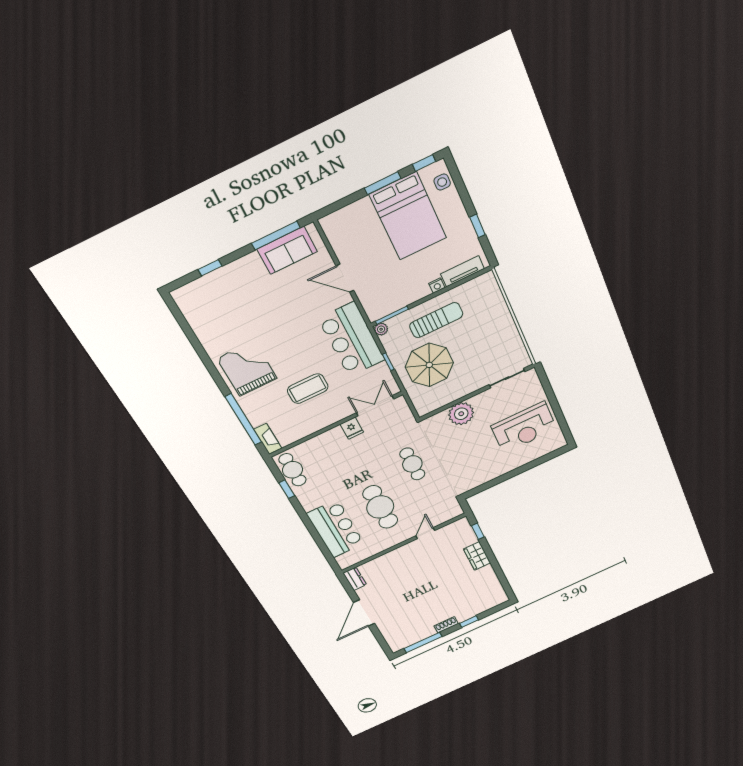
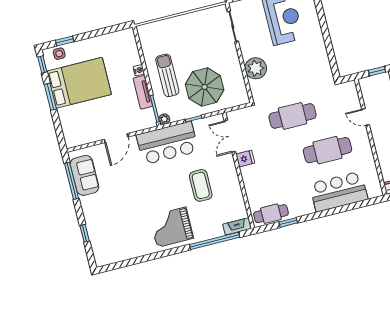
window: (478, 226) -> (65, 41), moved
tv unit: (462, 271) -> (143, 92), moved
cafe table: (412, 464) -> (293, 116), width x1.37, depth x1.35

